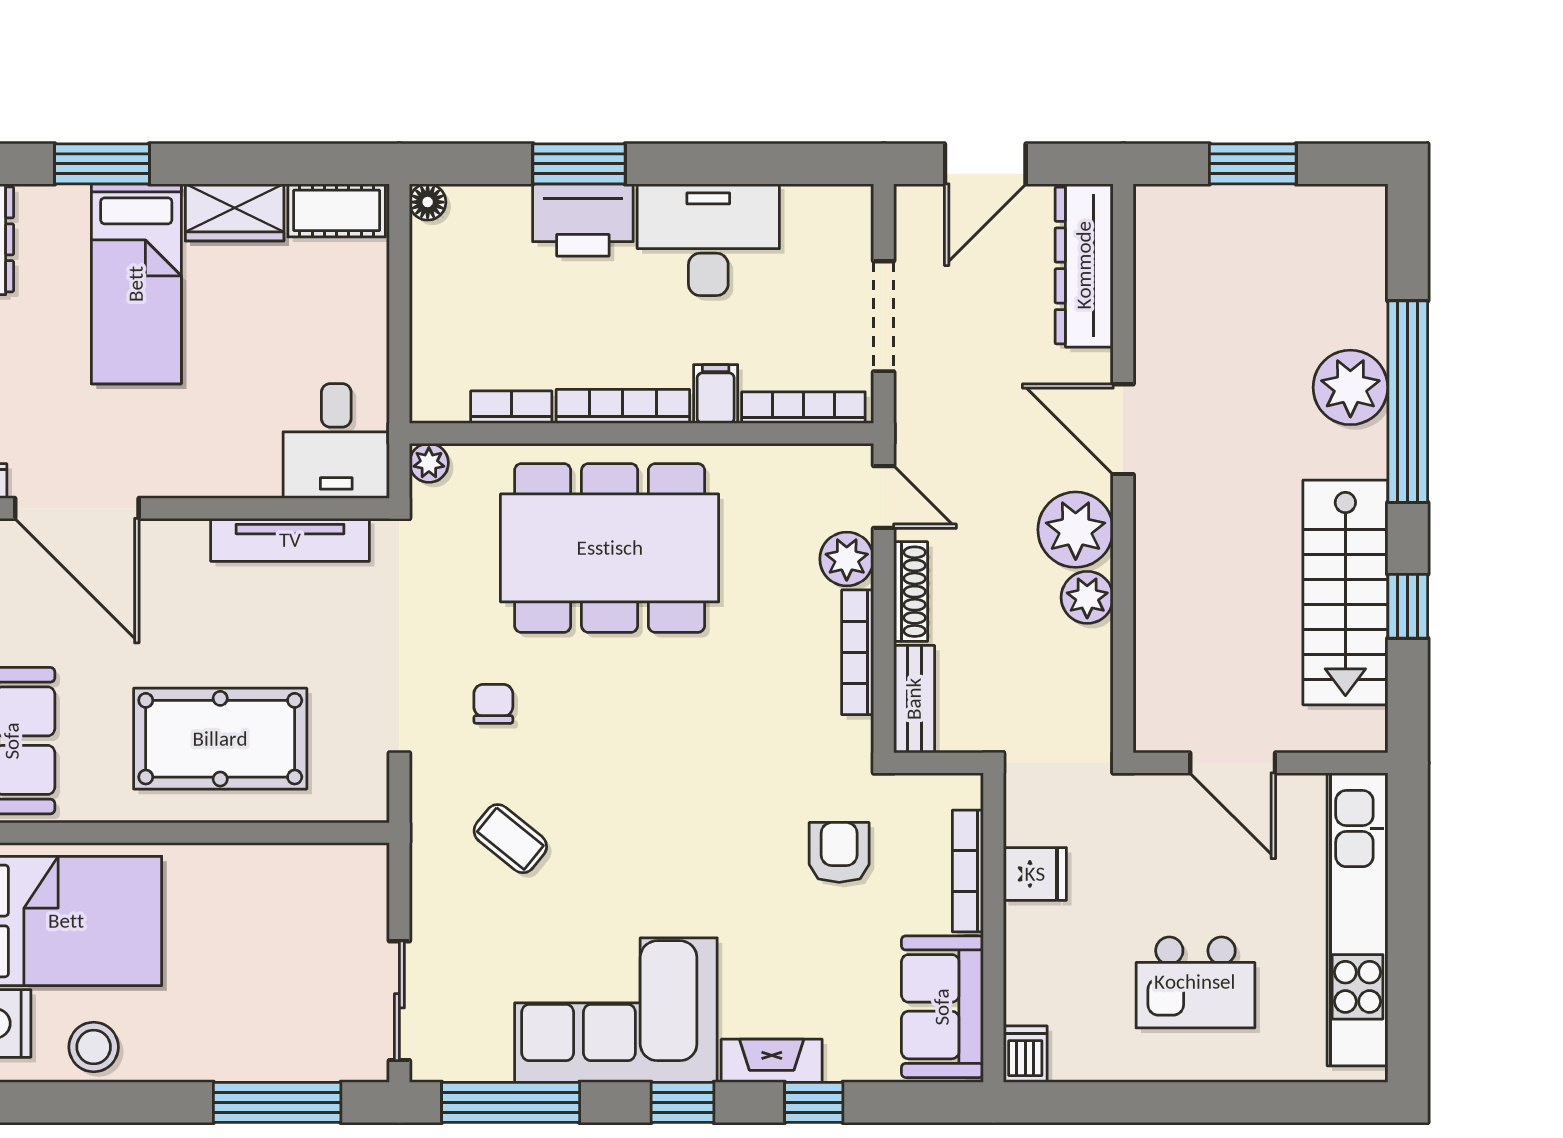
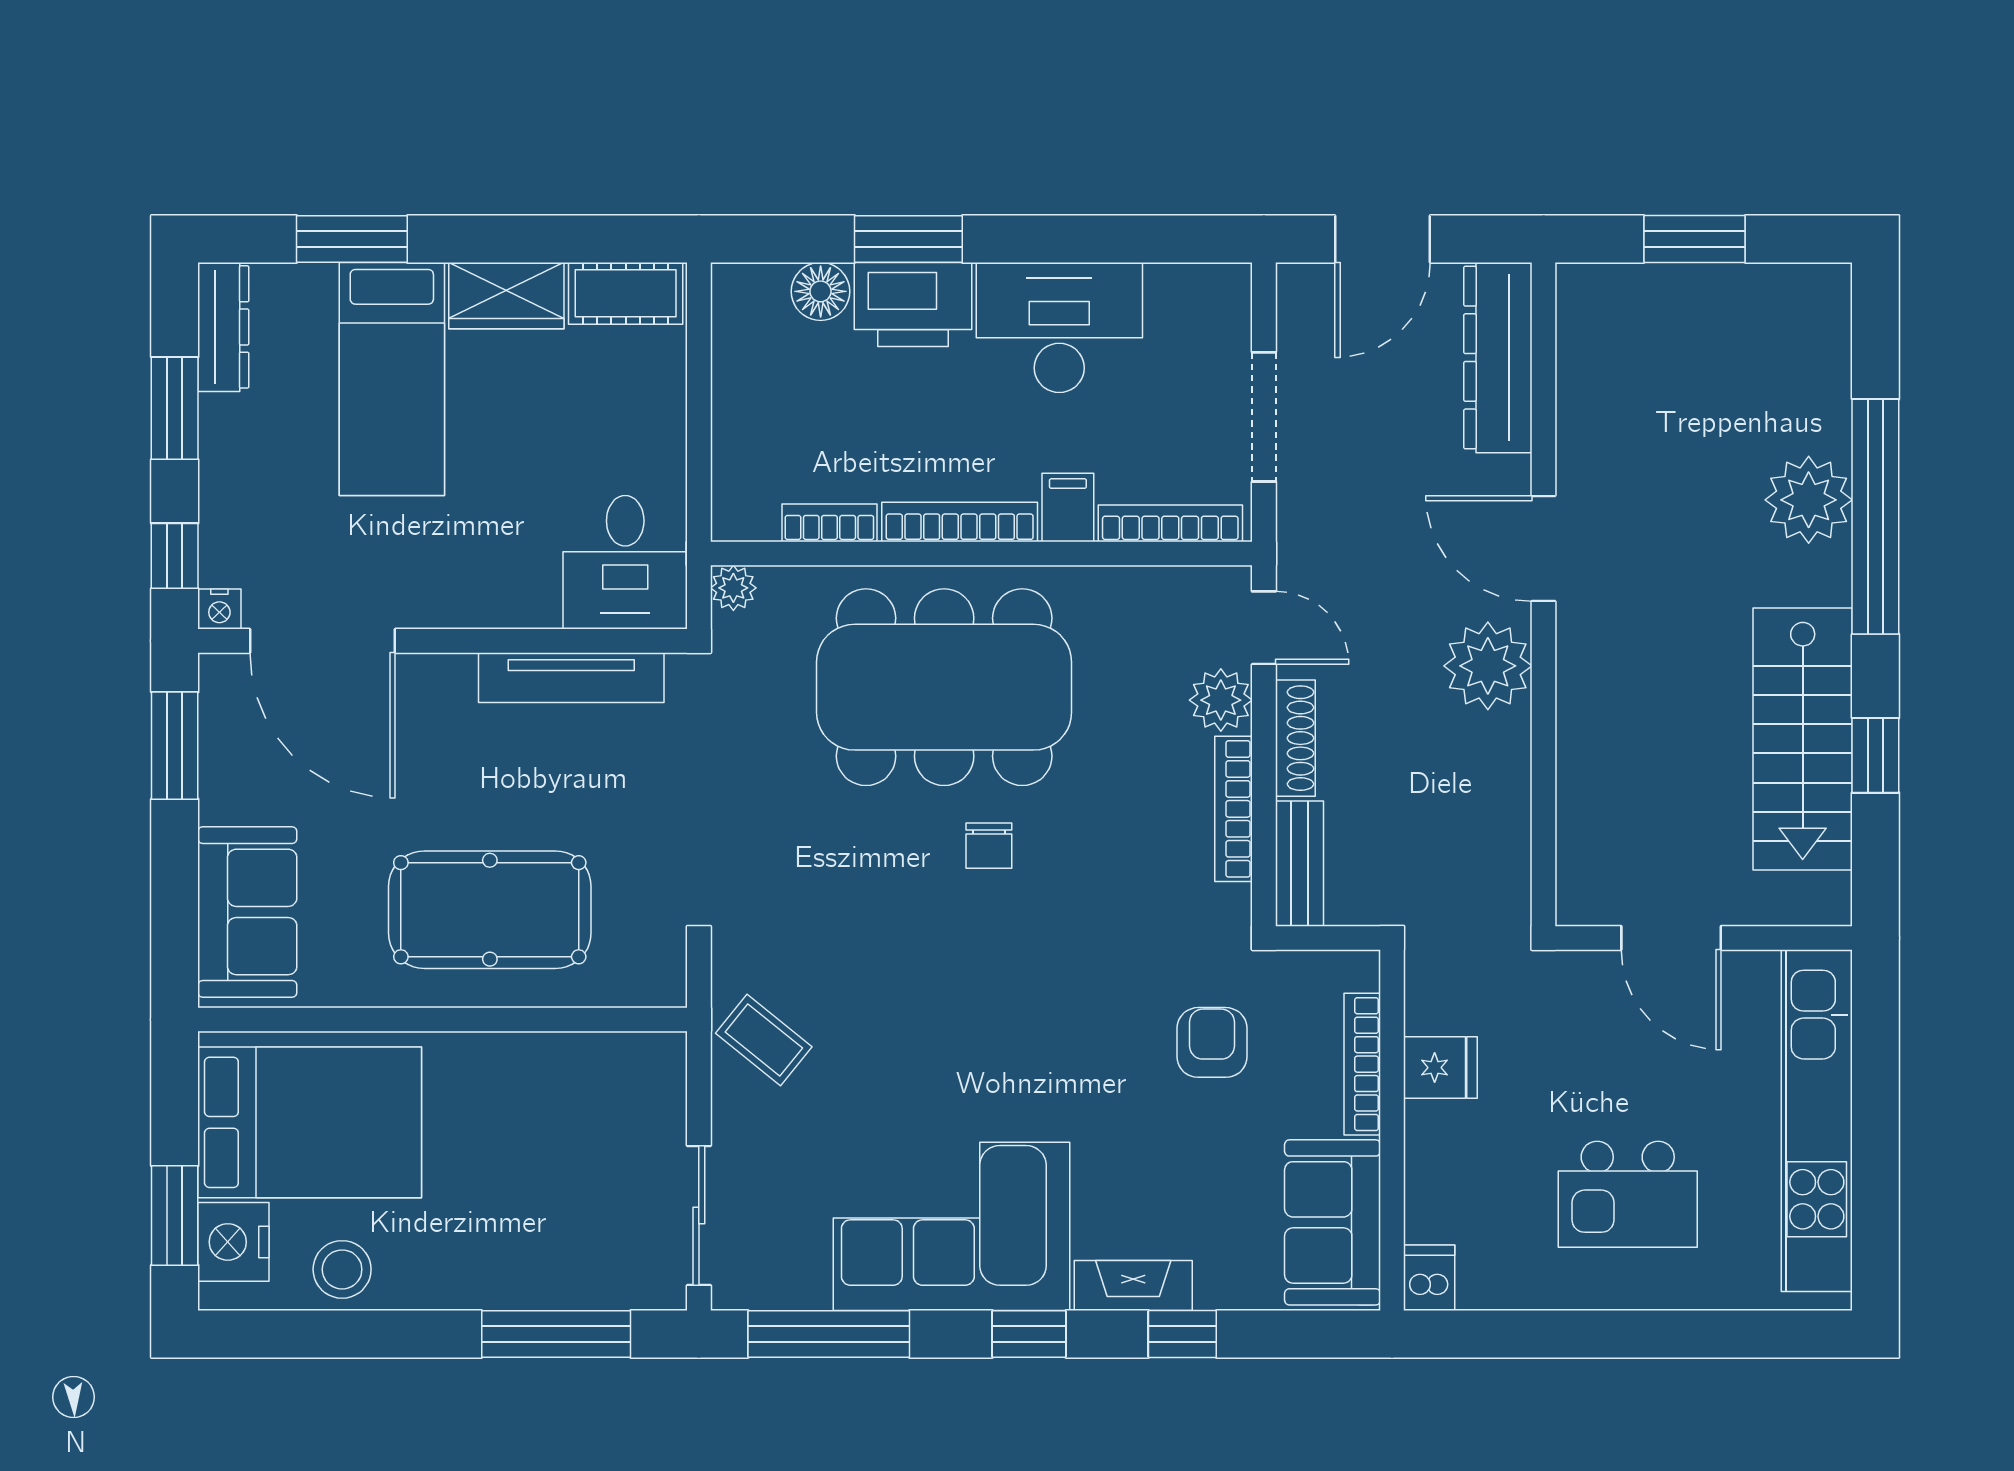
floor lamp: (428, 202) -> (821, 291), moved, width x1.37, depth x1.37
plant: (1087, 597) -> (1501, 745), removed
chair: (493, 704) -> (989, 846), moved, turned 180
coffee table: (510, 839) -> (764, 1040), moved

